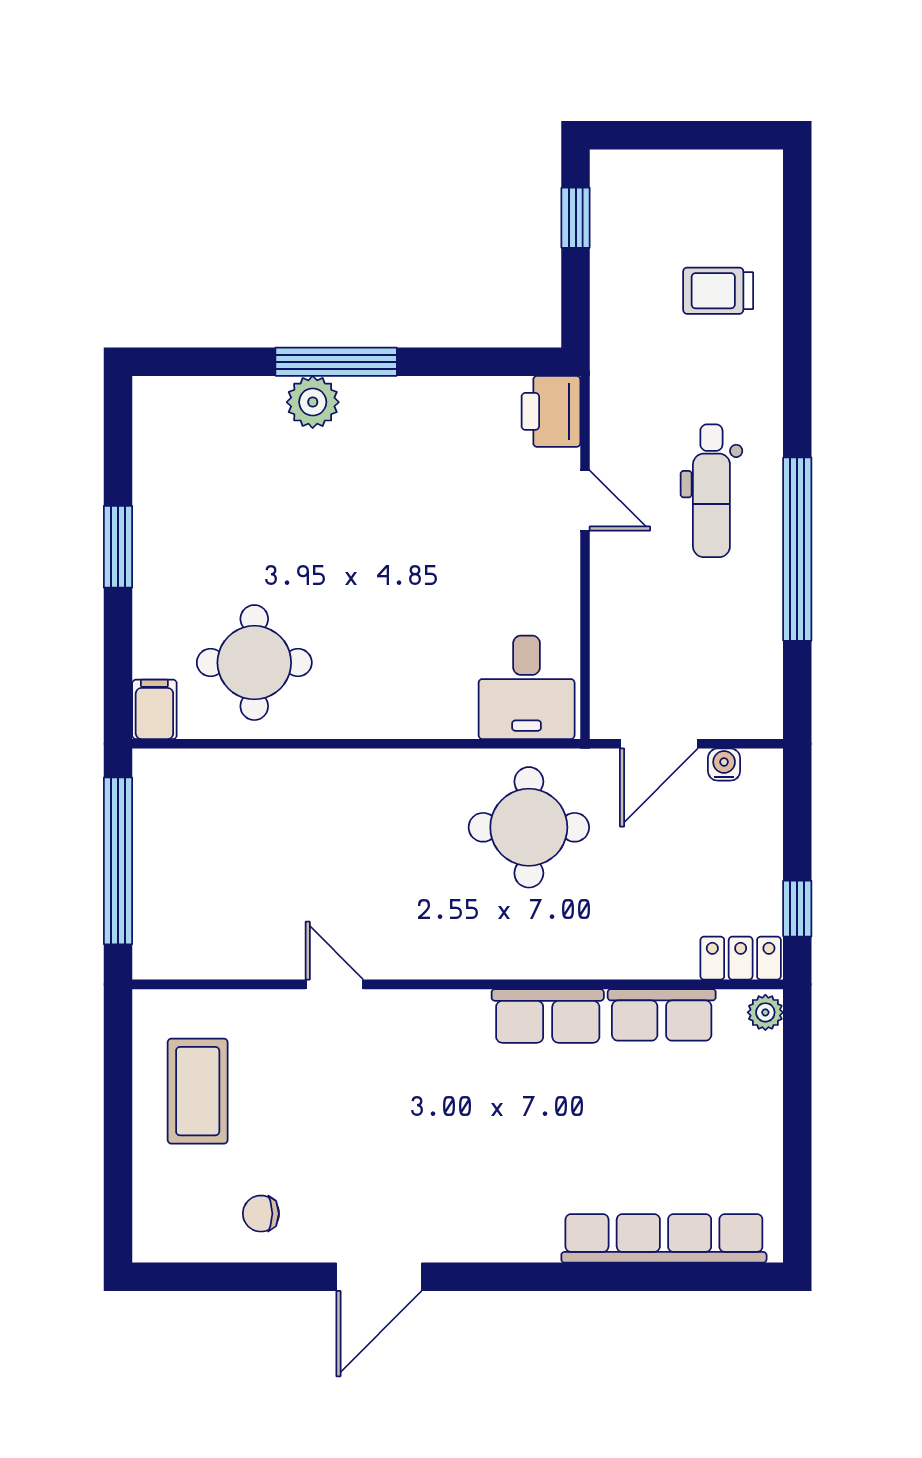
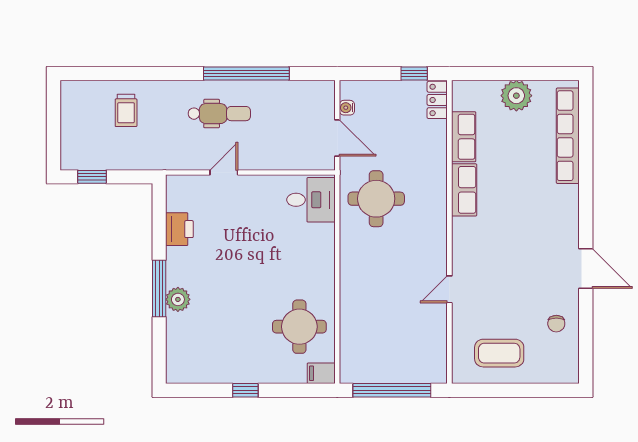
printer: (551, 411) -> (179, 229), moved, turned -90
window: (118, 547) -> (245, 390), width x0.67
plant: (765, 1012) -> (516, 96), moved, width x1.88, depth x1.88

